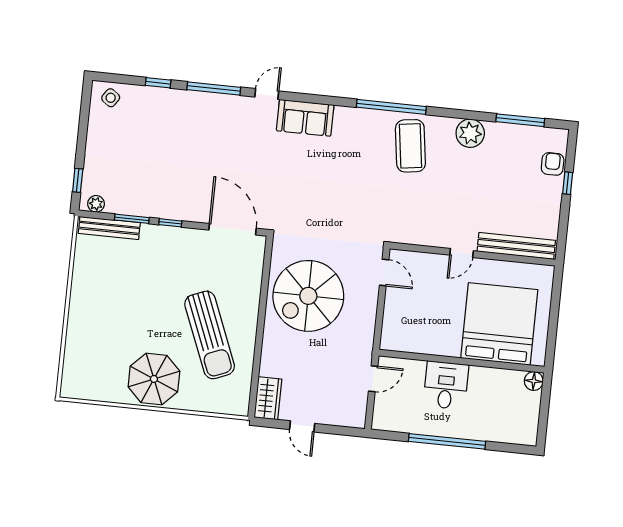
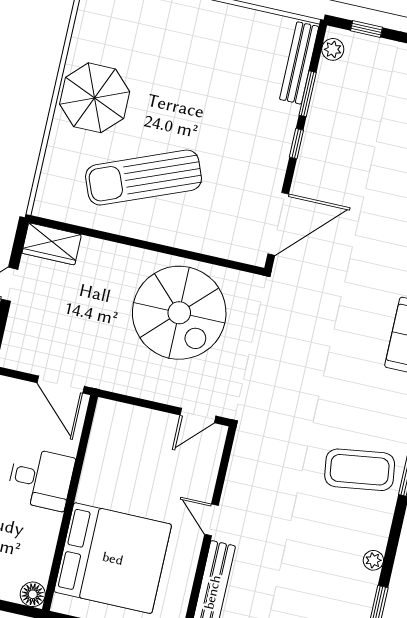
plant: (470, 133) -> (373, 560), width x0.53, depth x0.53
spiral stairs: (308, 296) -> (179, 313), turned 180
door: (373, 379) -> (61, 385), width x1.38

